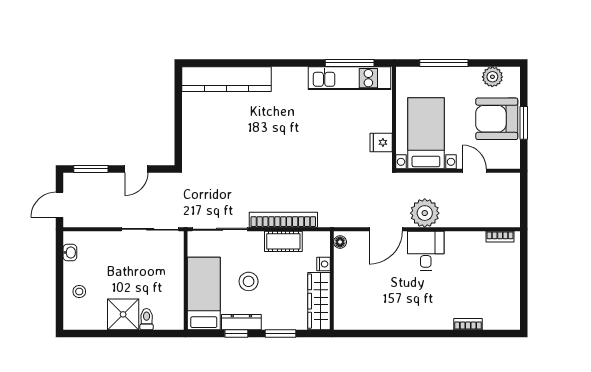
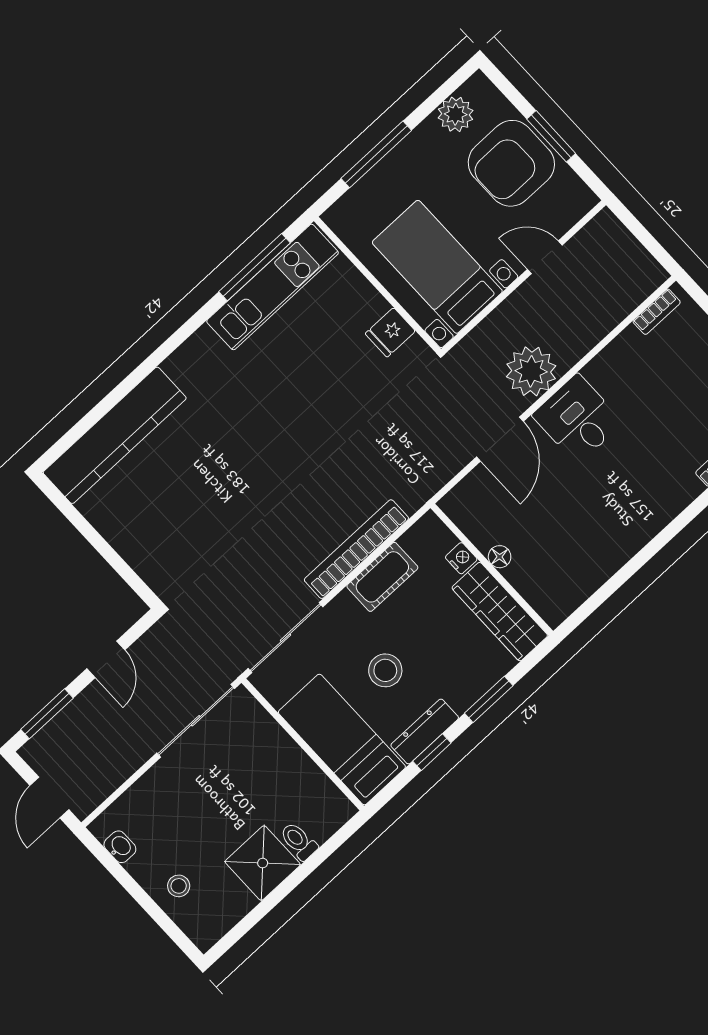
floor lamp: (340, 242) -> (500, 557), moved

